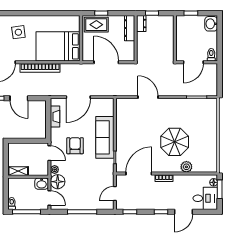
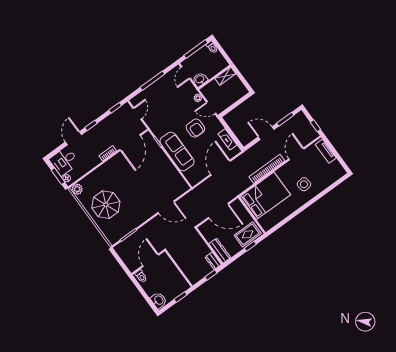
parasol: (175, 142) -> (106, 205), moved
plant: (186, 167) -> (77, 189), moved
floor lamp: (58, 182) -> (189, 90), removed
door: (49, 198) -> (186, 73), hinge flipped

